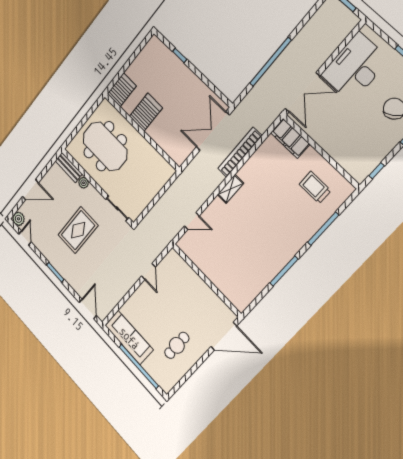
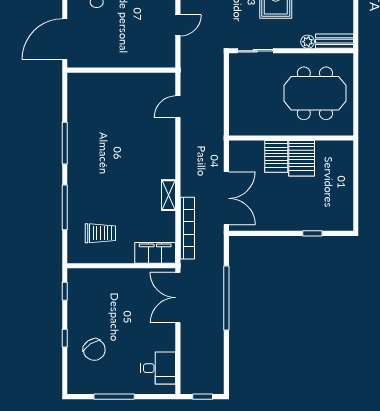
desk: (355, 67) -> (158, 368), width x0.53, depth x0.77
server rack: (122, 90) -> (276, 156), moved
bookcase: (240, 152) -> (187, 228), moved
shelving: (230, 189) -> (168, 195), moved
door: (148, 272) -> (178, 25), swing flipped

